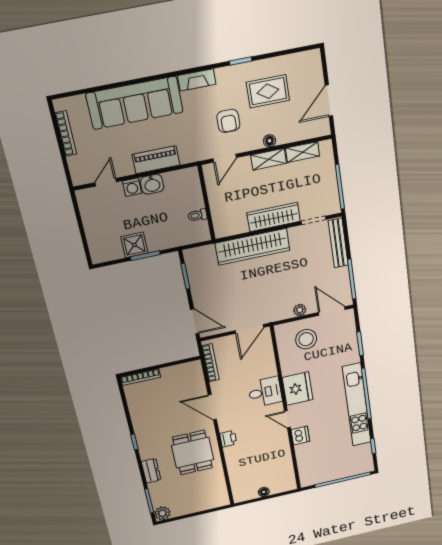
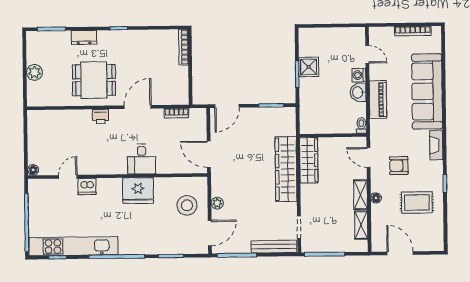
rug: (268, 91) -> (417, 203), turned 90
toilet: (198, 215) -> (361, 125), moved
wardrobe: (274, 217) -> (309, 160), moved
bookcase: (210, 363) -> (176, 113), width x0.64
kitchen unit: (357, 405) -> (73, 246), moved
door: (287, 419) -> (68, 177), moved
floor lamp: (264, 492) -> (33, 170), moved
plant: (162, 513) -> (34, 72), moved

